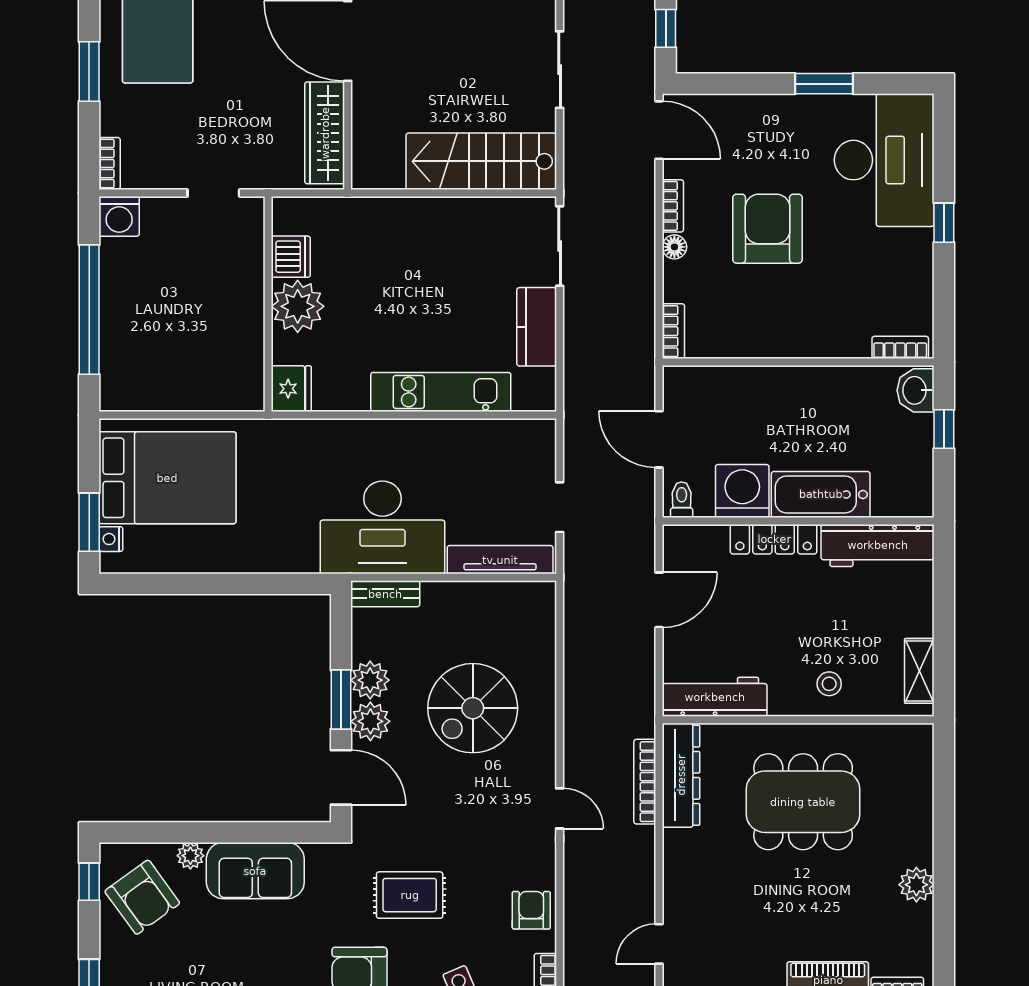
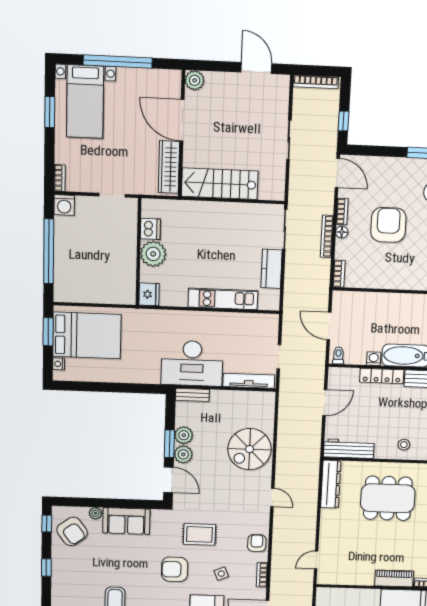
window: (89, 72) -> (50, 112), moved
stairs: (481, 161) -> (220, 184), moved
washing machine: (742, 491) -> (374, 359), width x0.53, depth x0.53
window: (89, 522) -> (48, 332), moved
spiral stairs: (473, 708) -> (250, 449), moved
bookcase: (645, 782) -> (327, 236), moved

